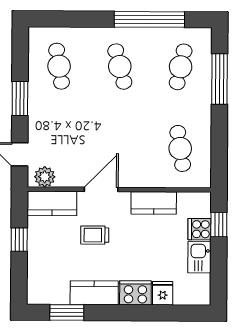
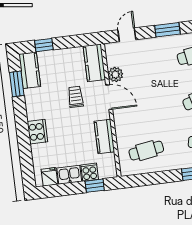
plant: (45, 177) -> (115, 74), moved
window: (19, 240) -> (44, 45), moved
kitchen counter: (94, 293) -> (30, 70), moved
fridge: (163, 293) -> (49, 177), moved, turned -90

